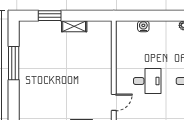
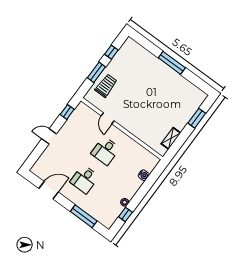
shelving: (74, 26) -> (171, 138), moved
window: (14, 63) -> (172, 63), moved

